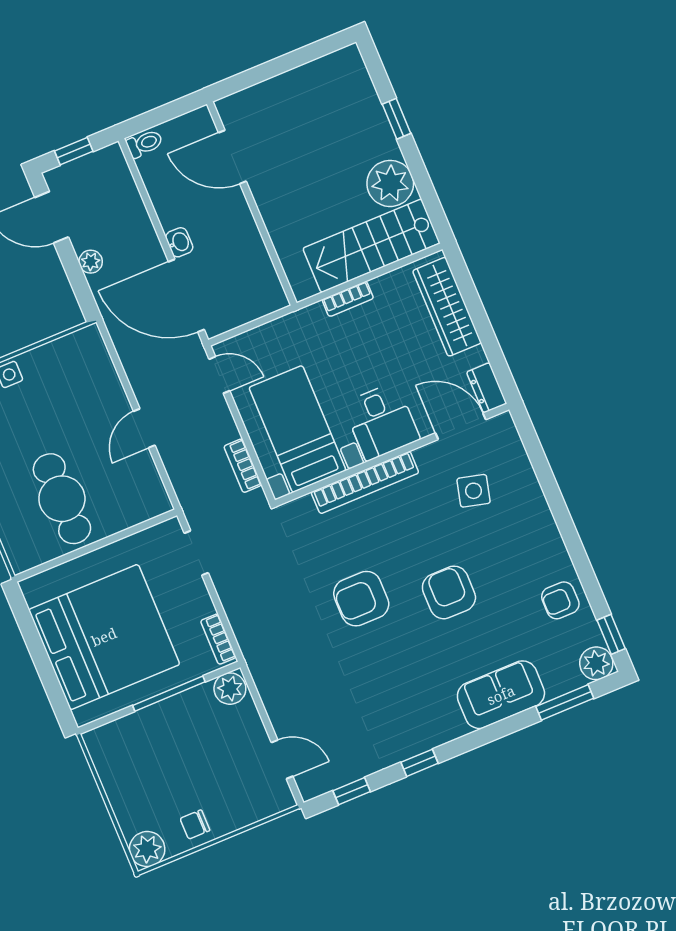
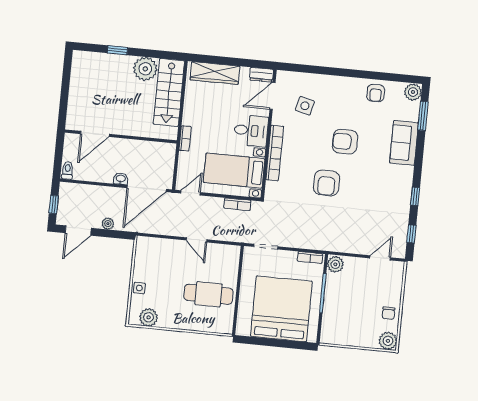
bookcase: (348, 299) -> (185, 138), moved
window: (611, 634) -> (403, 78), removed

